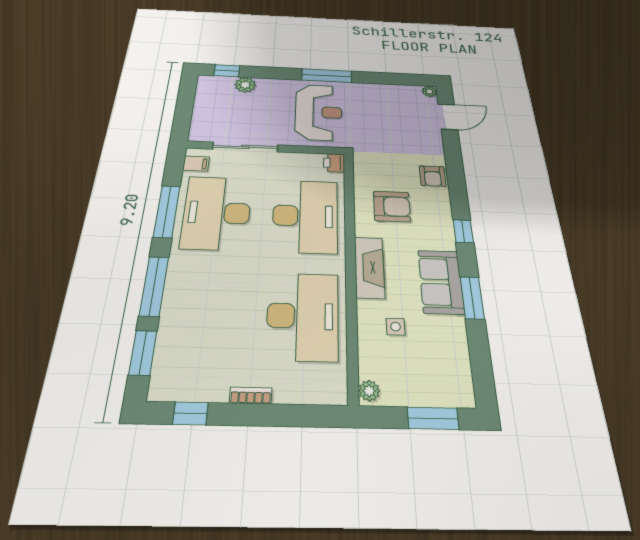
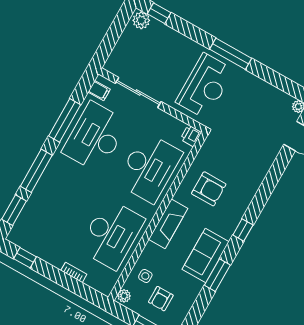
plant: (245, 85) -> (141, 20), moved
armchair: (433, 176) -> (161, 299), moved
side table: (396, 327) -> (145, 276), moved
bookcase: (251, 396) -> (74, 272), moved

